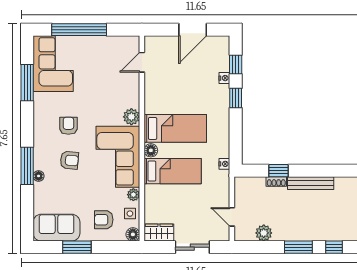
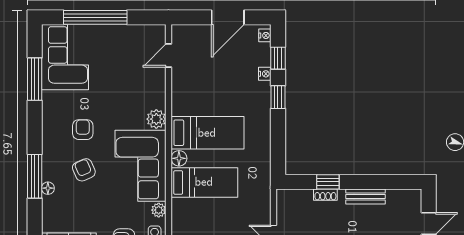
armchair: (69, 160) -> (84, 170), turned -119
nightstand: (224, 164) -> (265, 35), moved
bench: (311, 183) -> (366, 196), width x0.73

